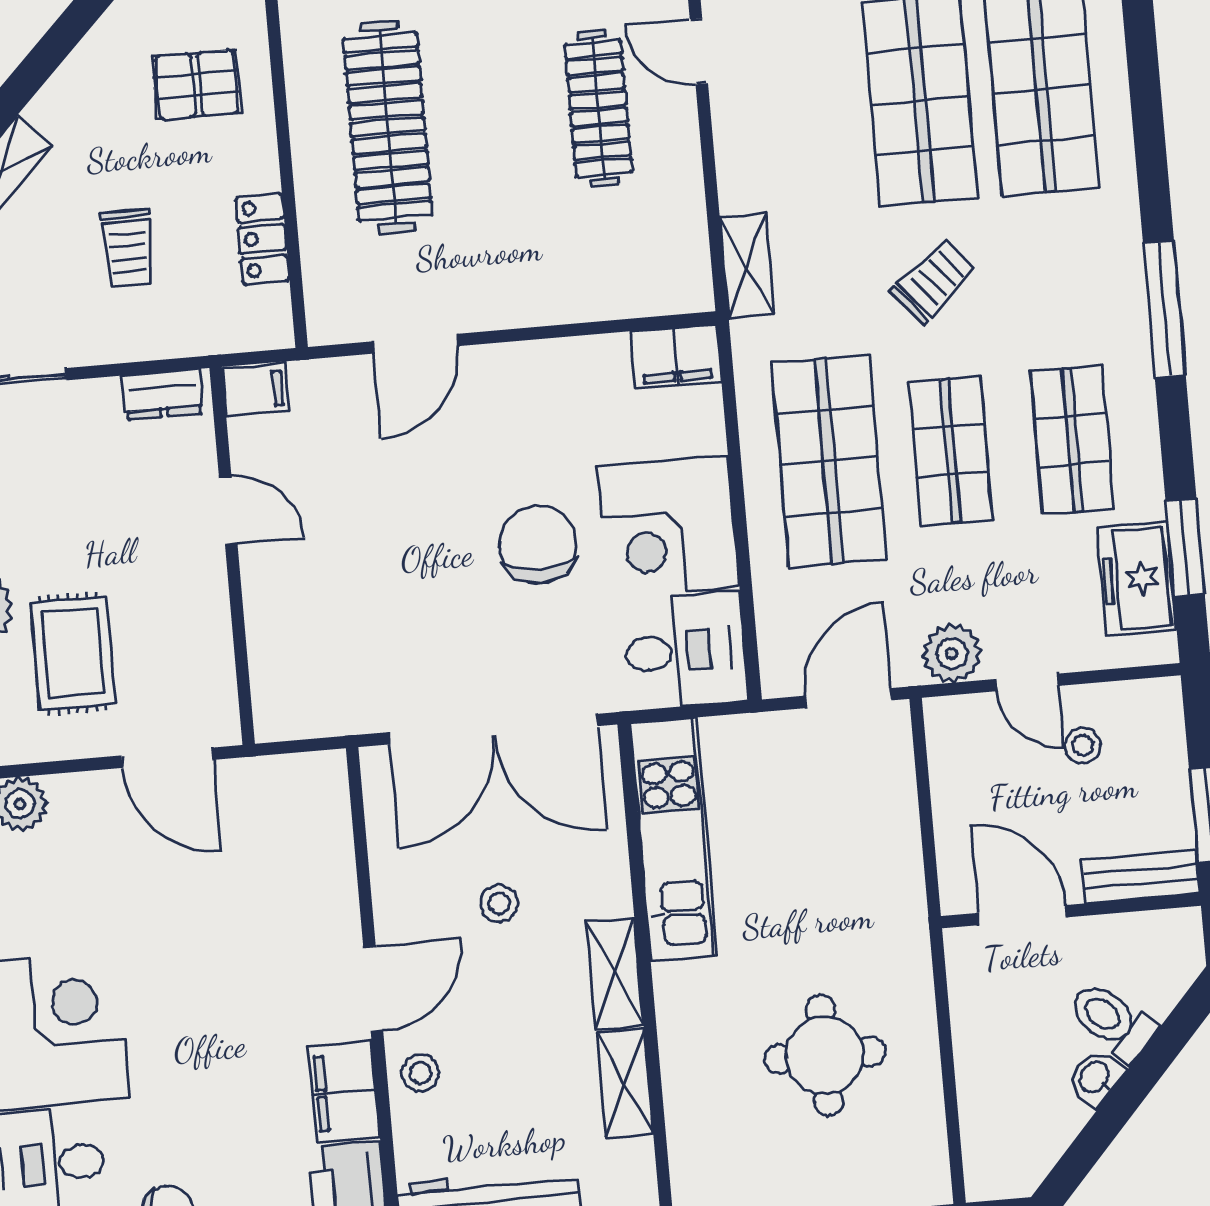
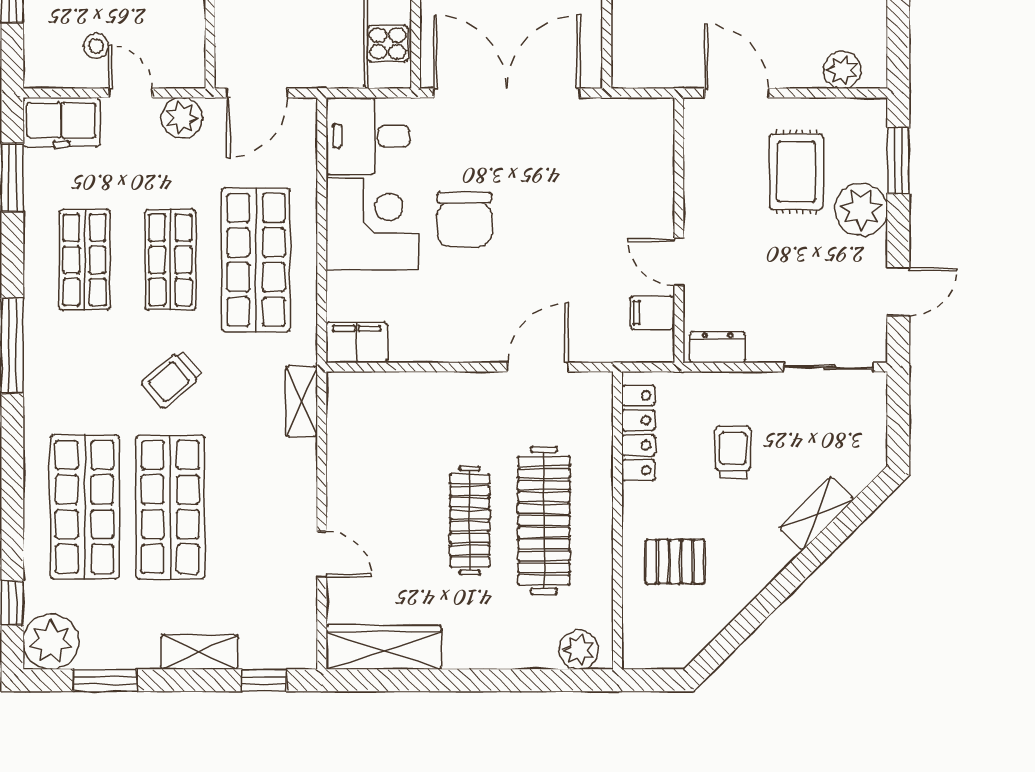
clothes rail: (598, 108) -> (470, 520), moved
locker: (262, 239) -> (638, 433), width x1.53
filing cabinet: (256, 390) -> (652, 313), moved
freezer: (1137, 579) -> (61, 122), moved, turned 90

